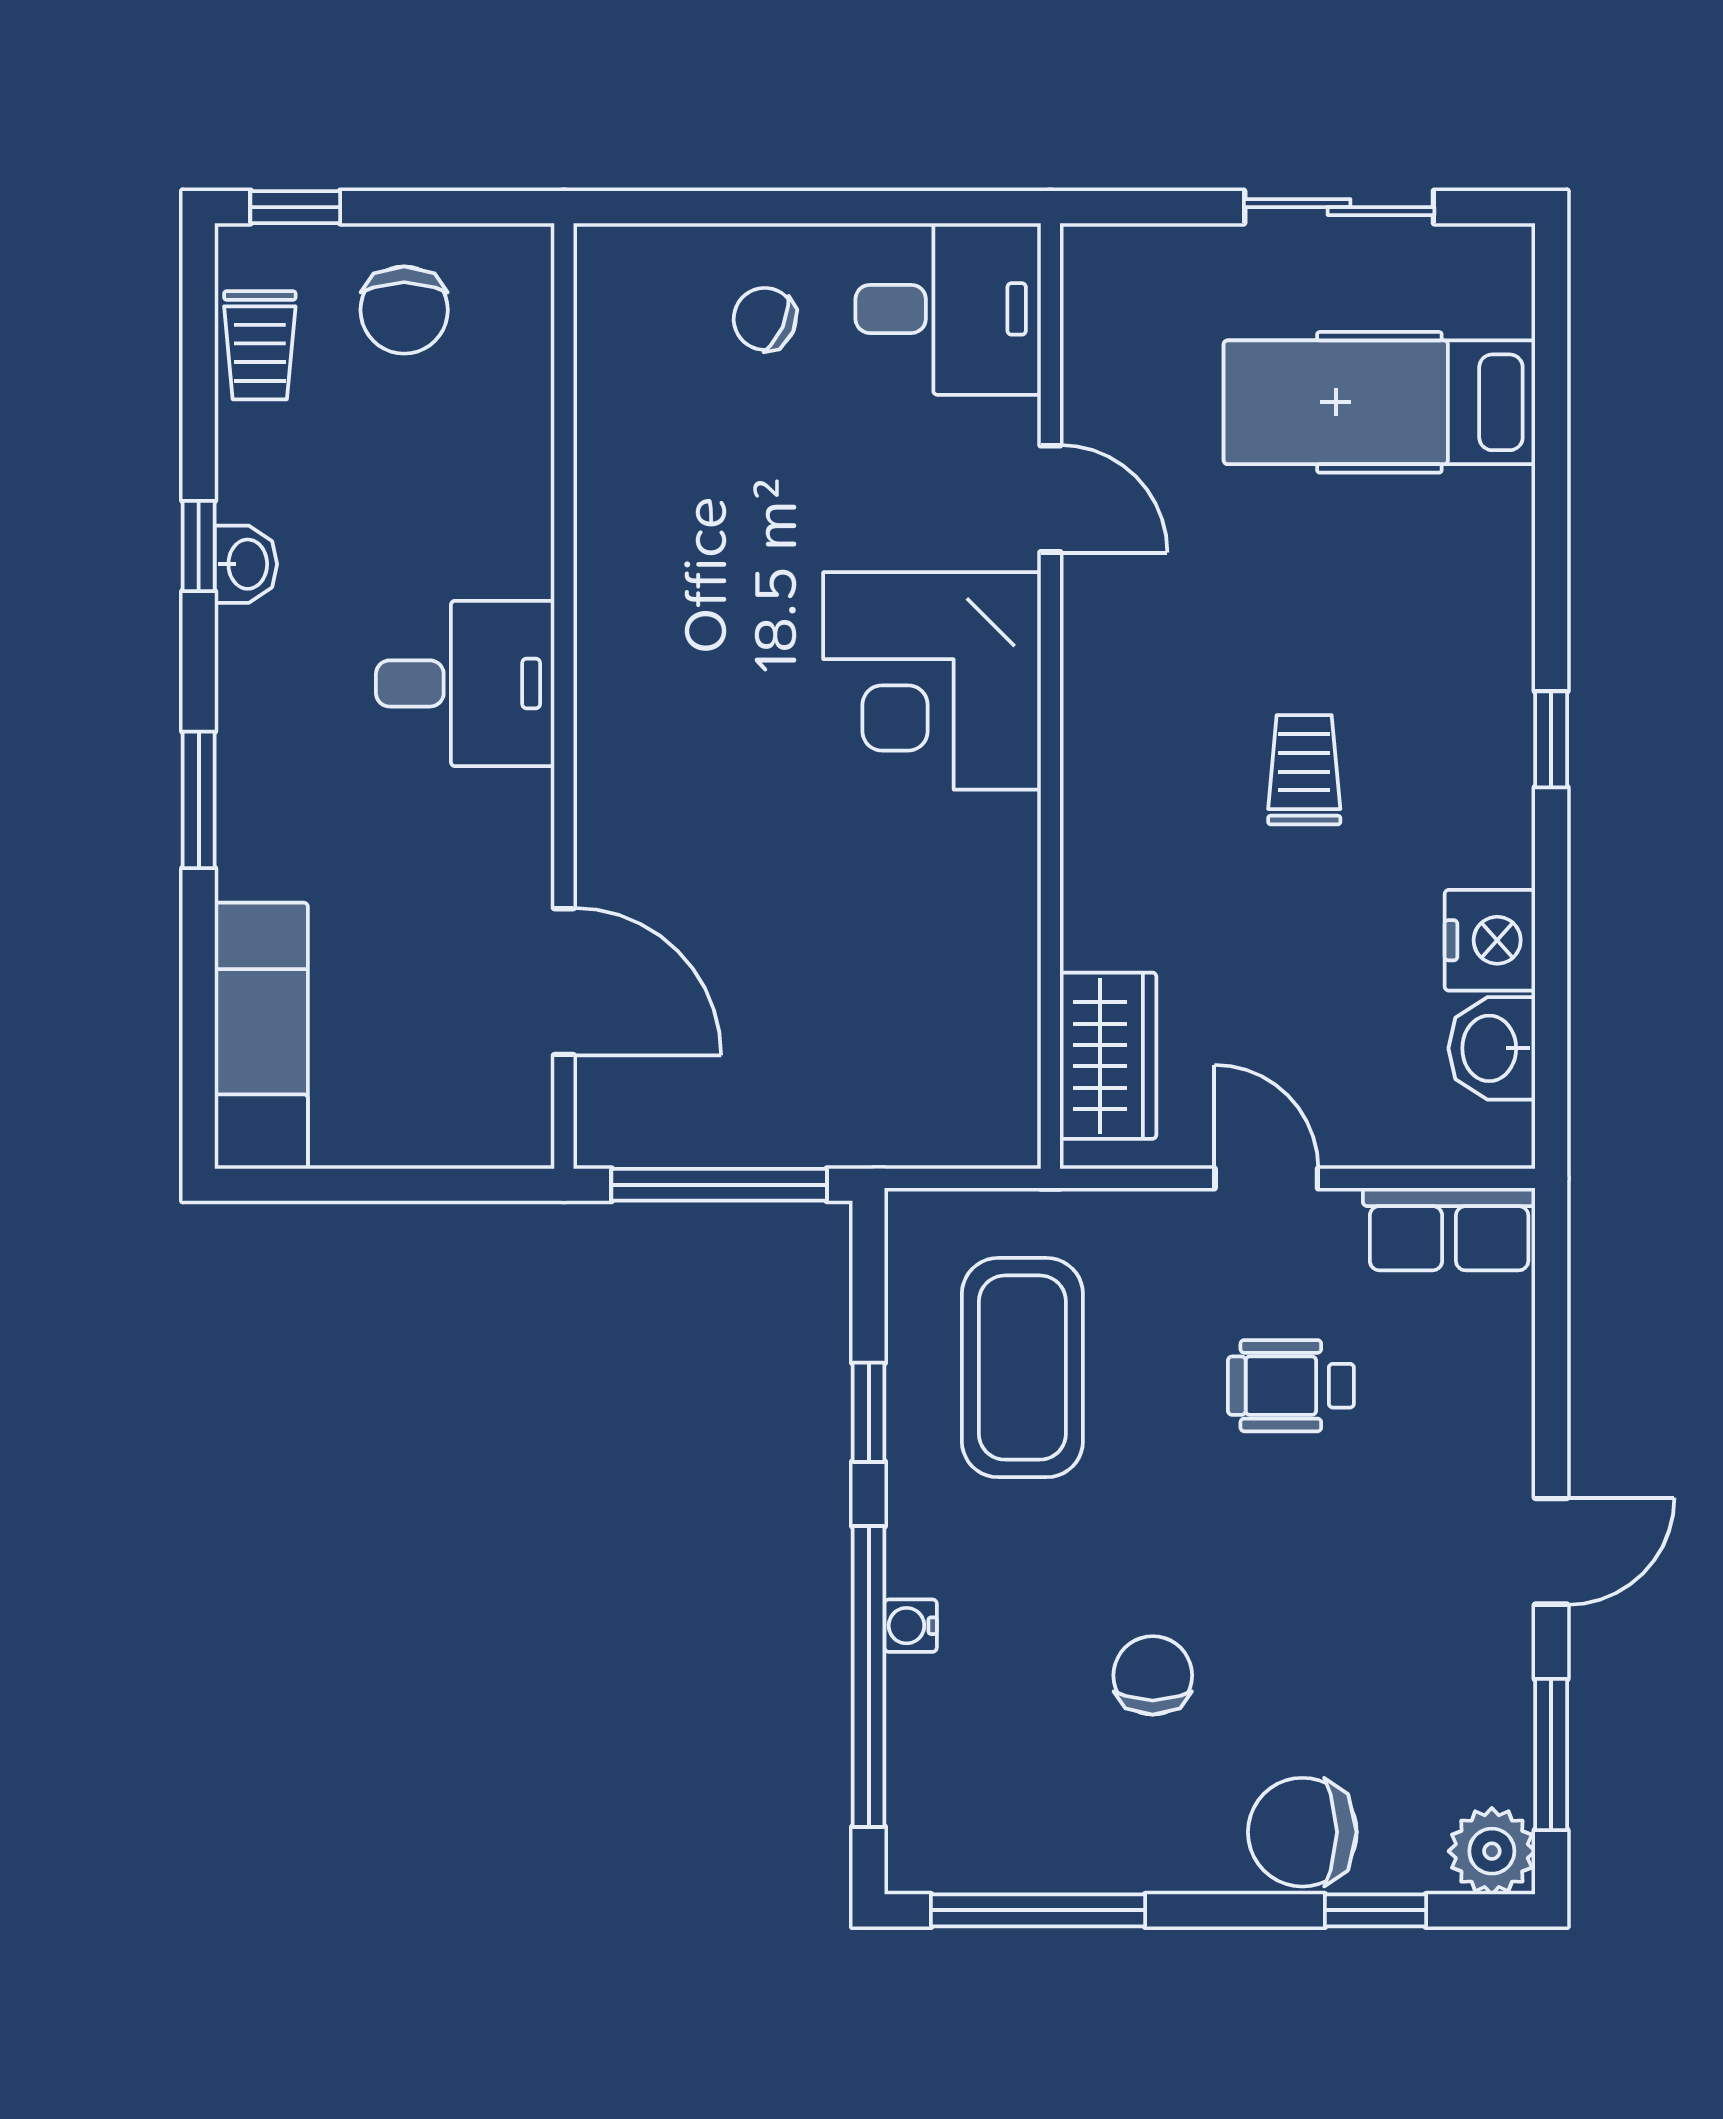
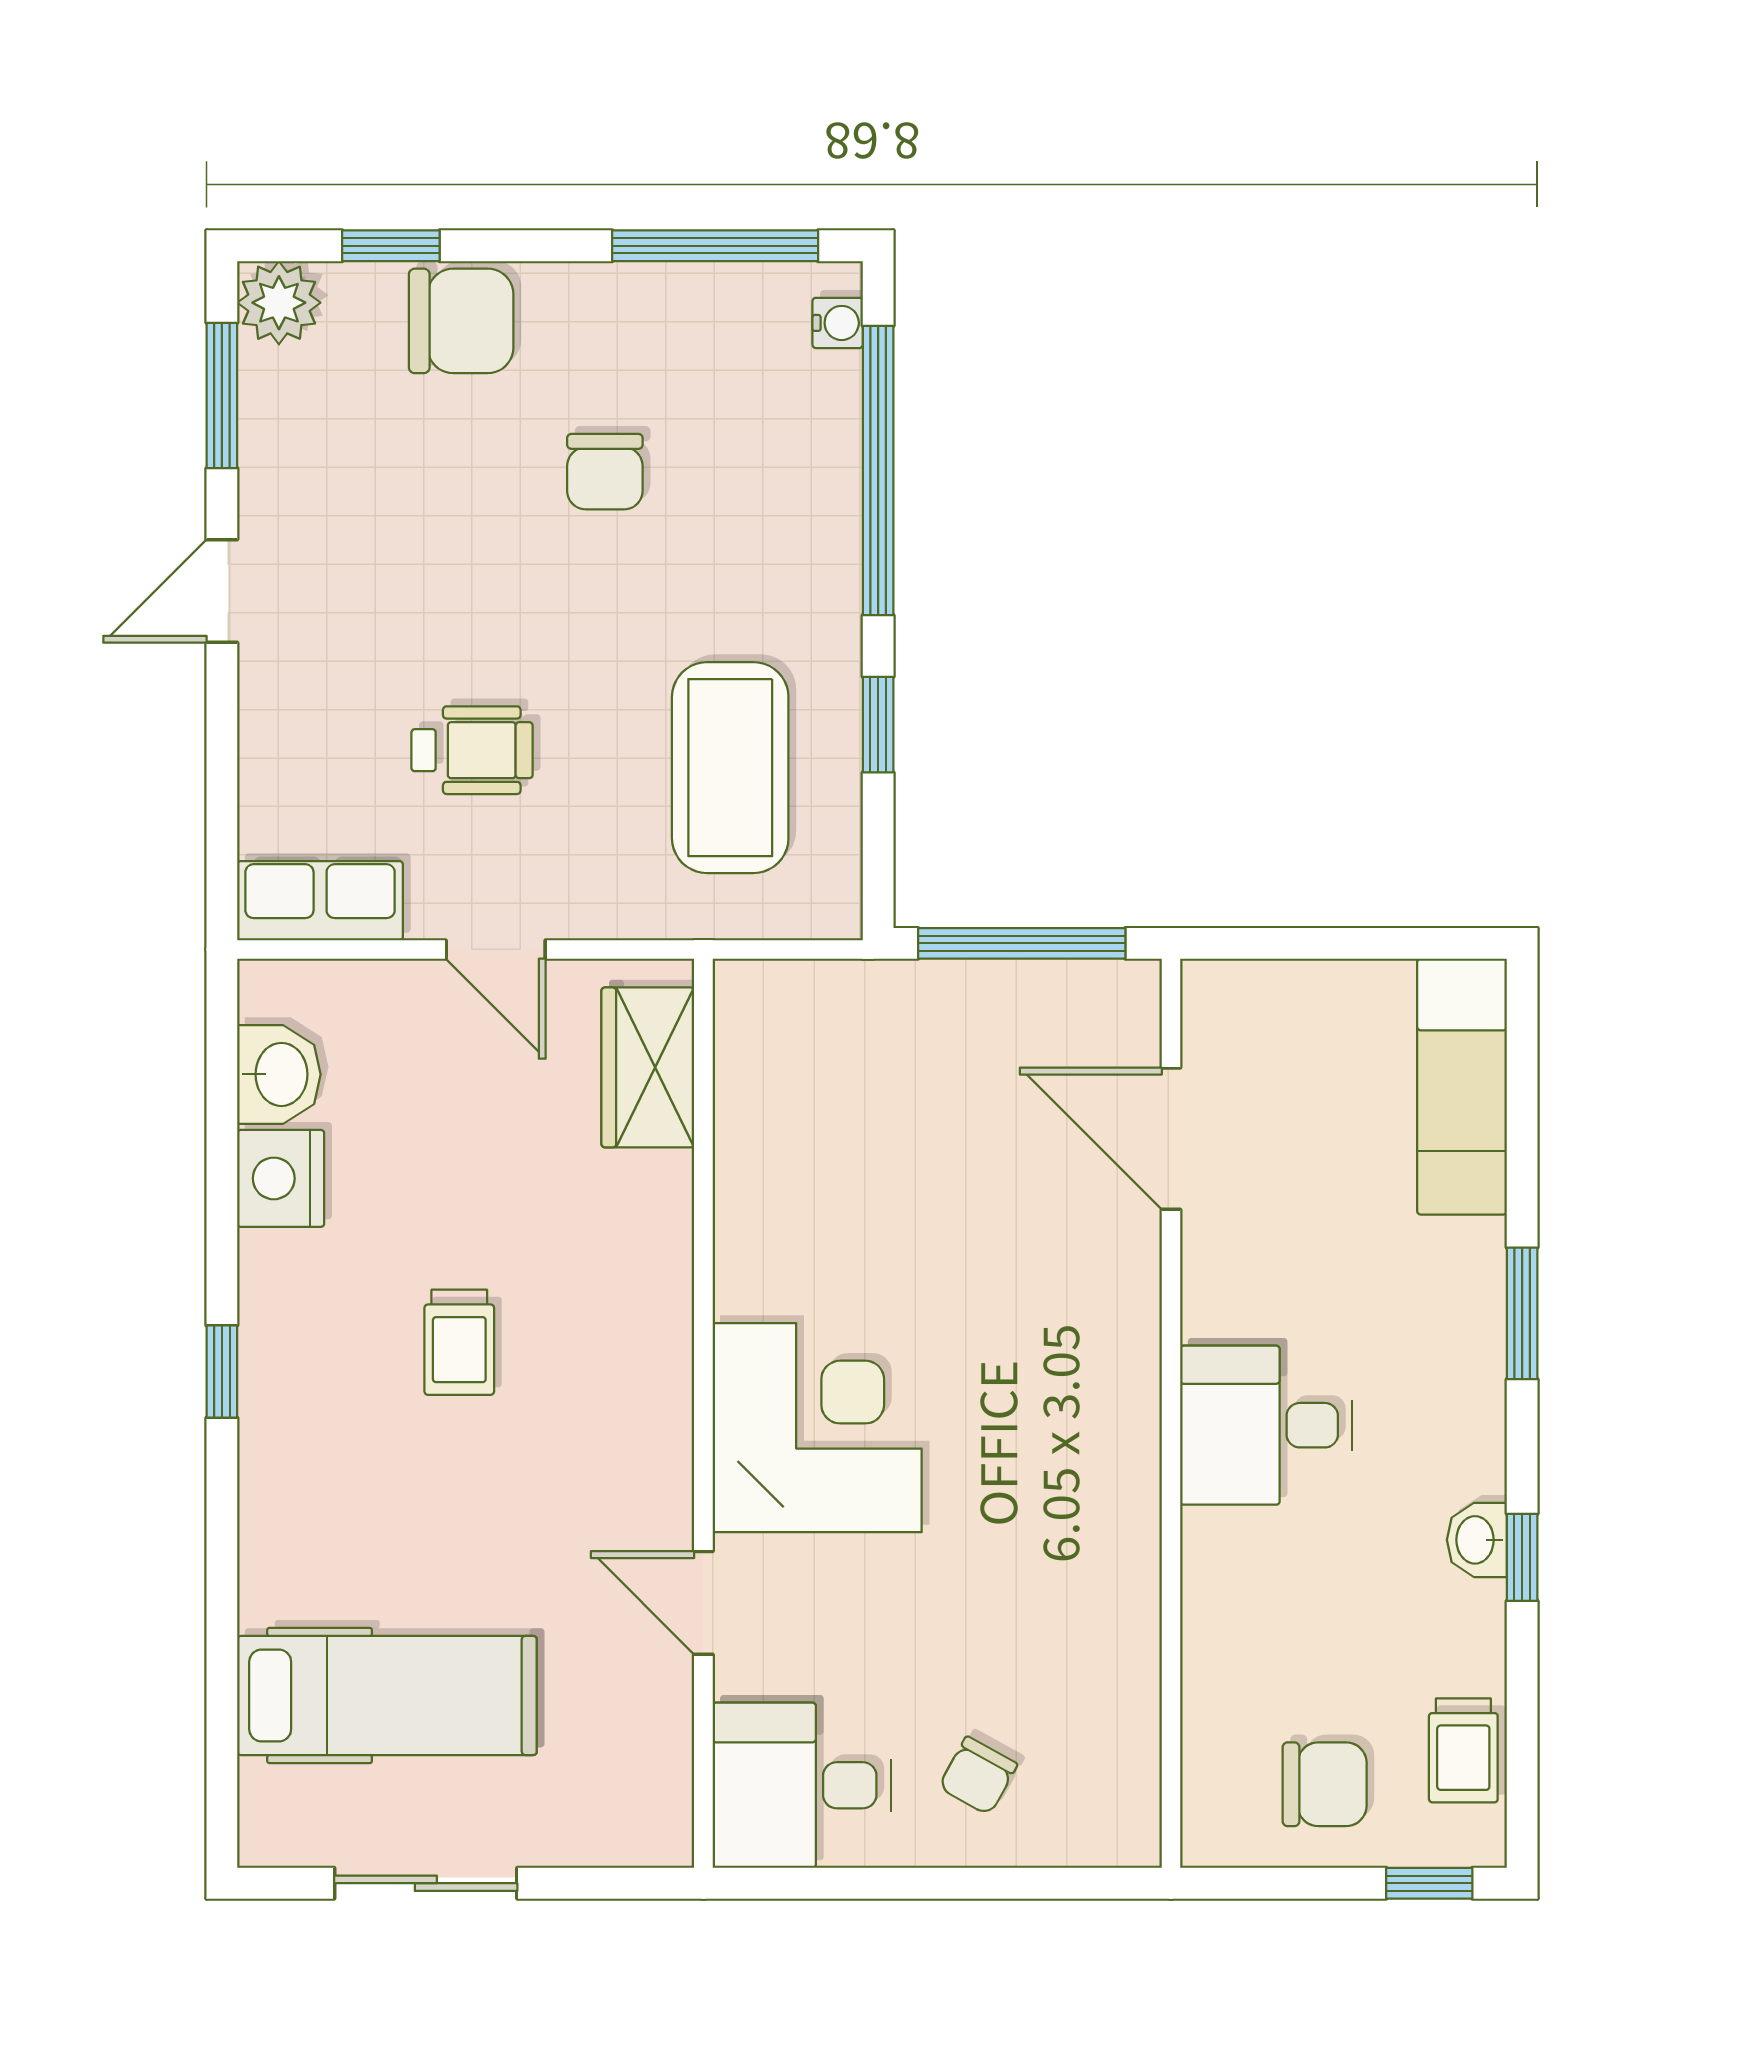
chair: (404, 310) -> (1325, 1784), turned 90
chair: (765, 319) -> (978, 1776), turned 95
trolley: (260, 345) -> (1463, 1750), turned 180
water cooler: (911, 1626) -> (838, 323), moved

